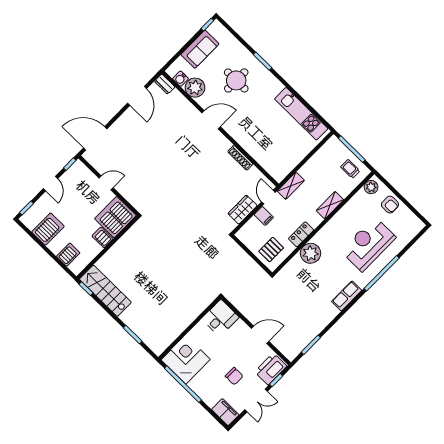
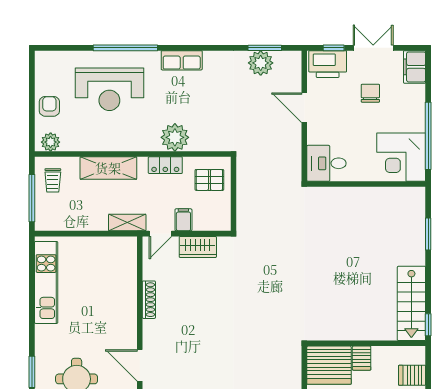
shelving: (330, 205) -> (108, 168), width x1.50, depth x1.33
plant: (305, 335) -> (261, 63), added

